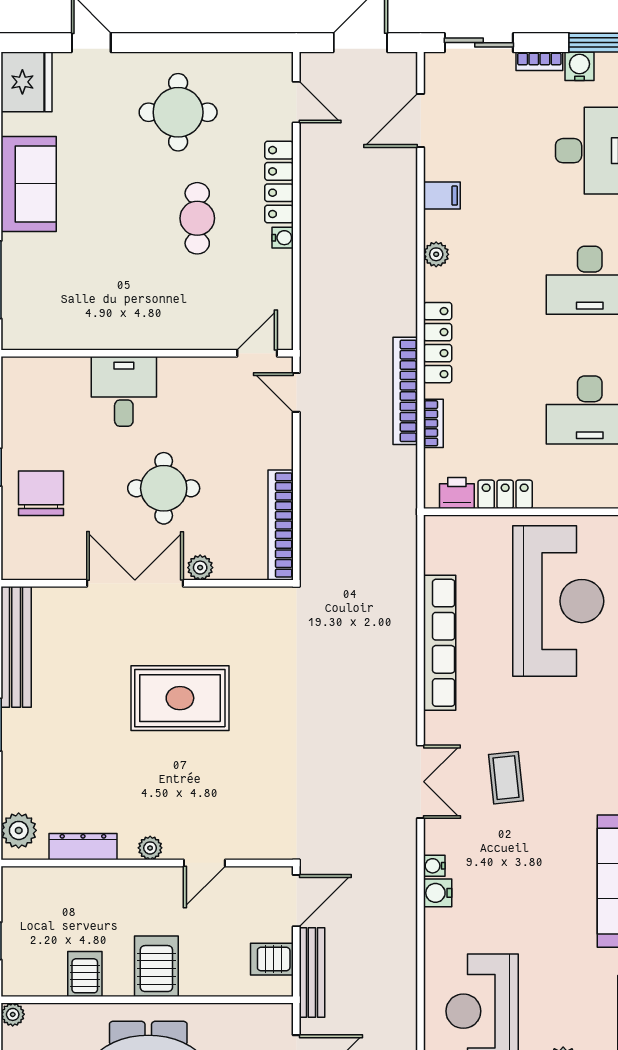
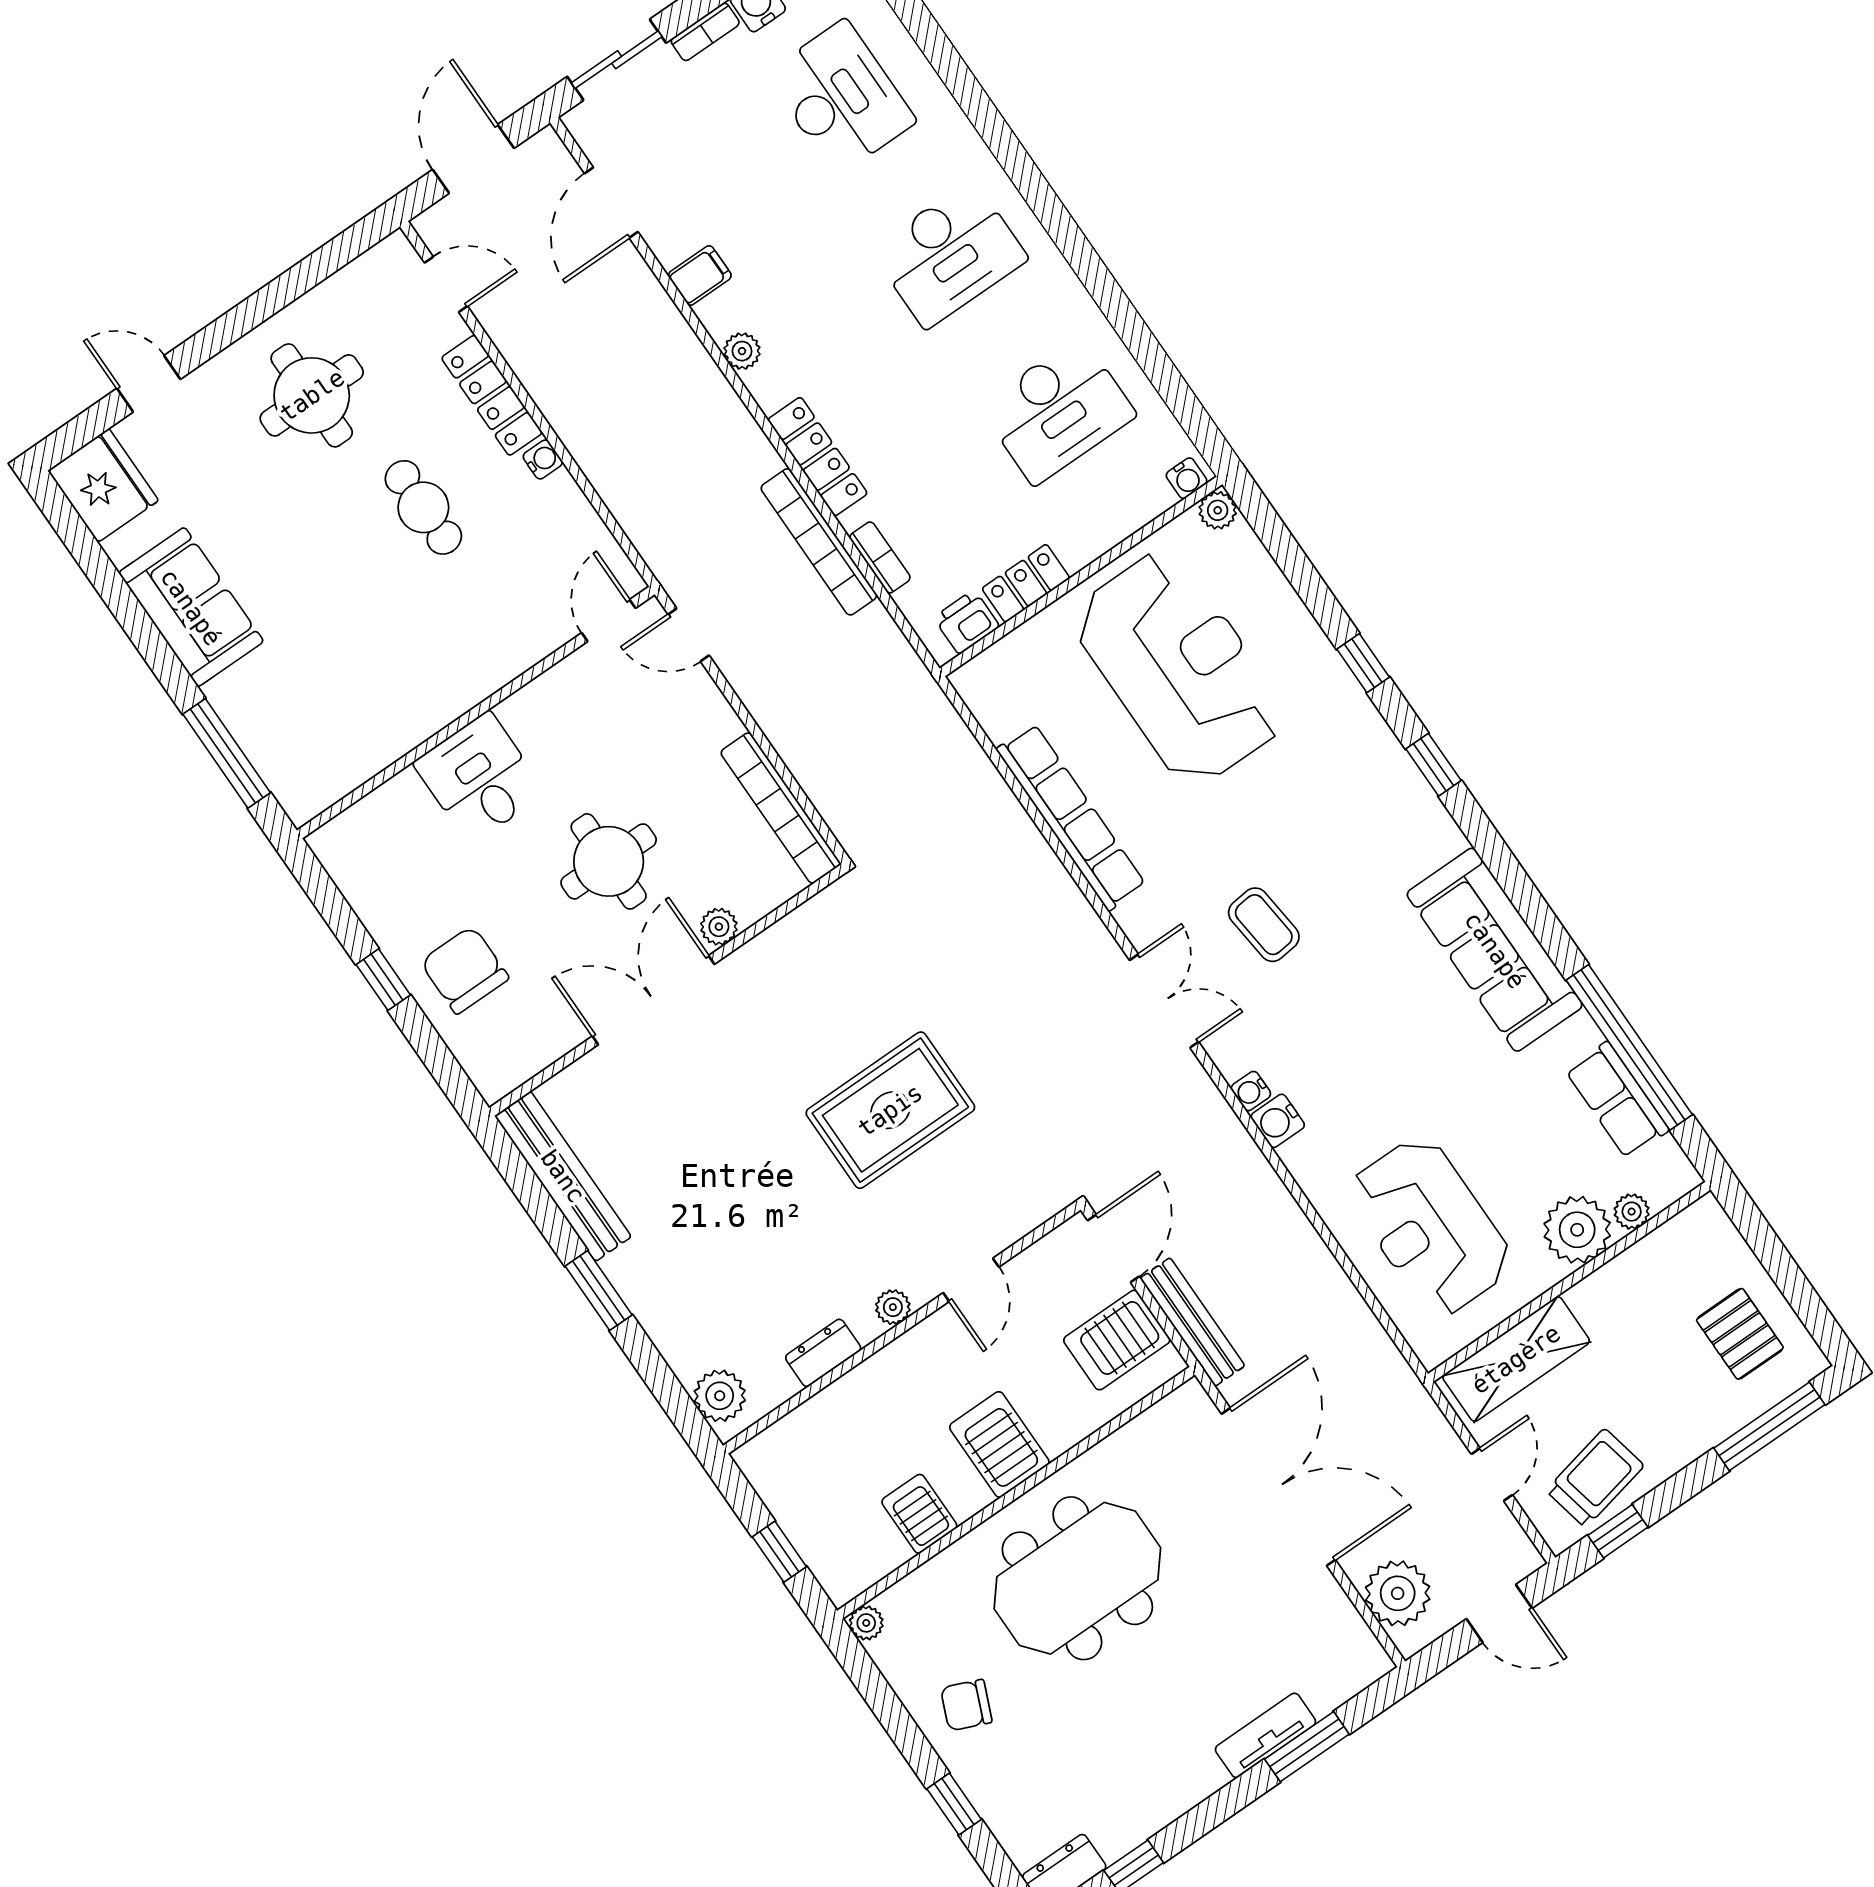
rug: (180, 698) -> (890, 1110), moved
dresser: (83, 847) -> (823, 1353), width x0.70
server rack: (272, 959) -> (1117, 1340), width x1.36, depth x1.44

